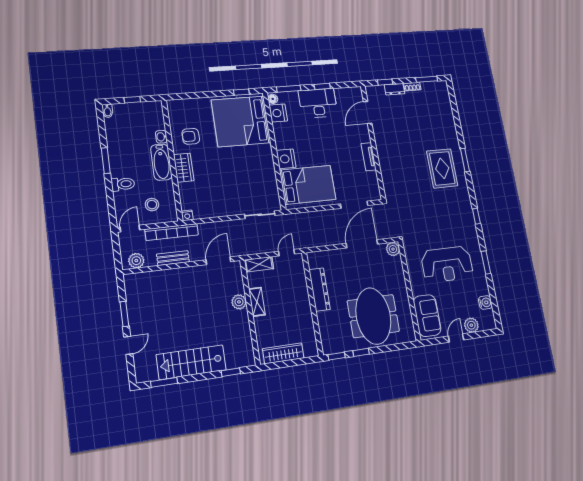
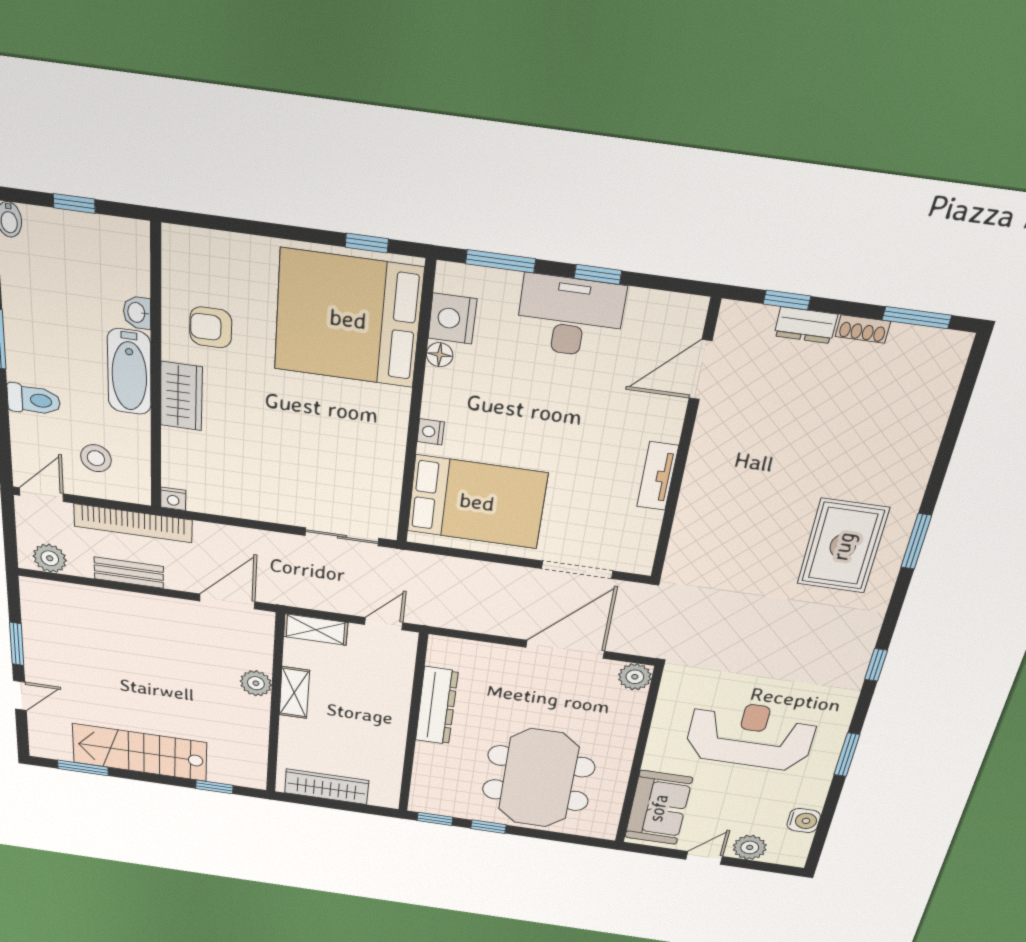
floor lamp: (273, 99) -> (440, 355), moved
nightstand: (286, 159) -> (431, 432), width x0.53, depth x0.56
reception desk: (447, 264) -> (751, 735), turned 180

